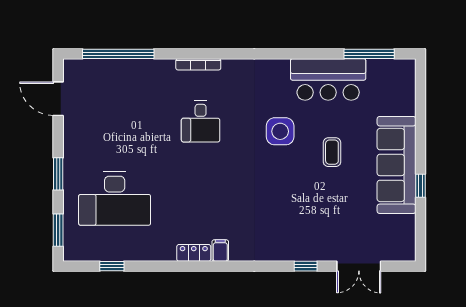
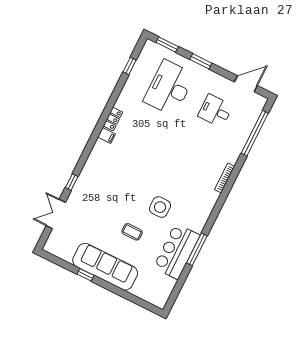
window: (369, 54) -> (197, 249), moved
desk: (201, 121) -> (215, 111), moved

